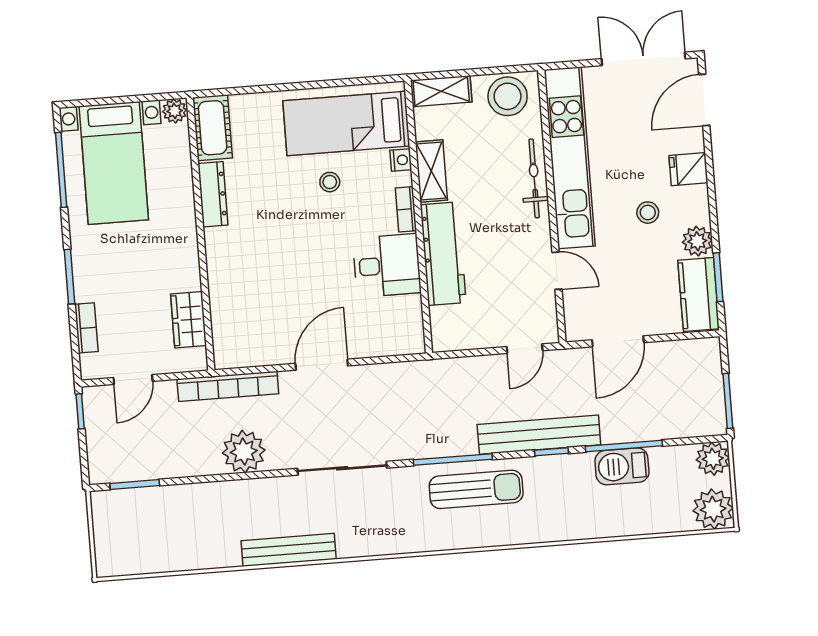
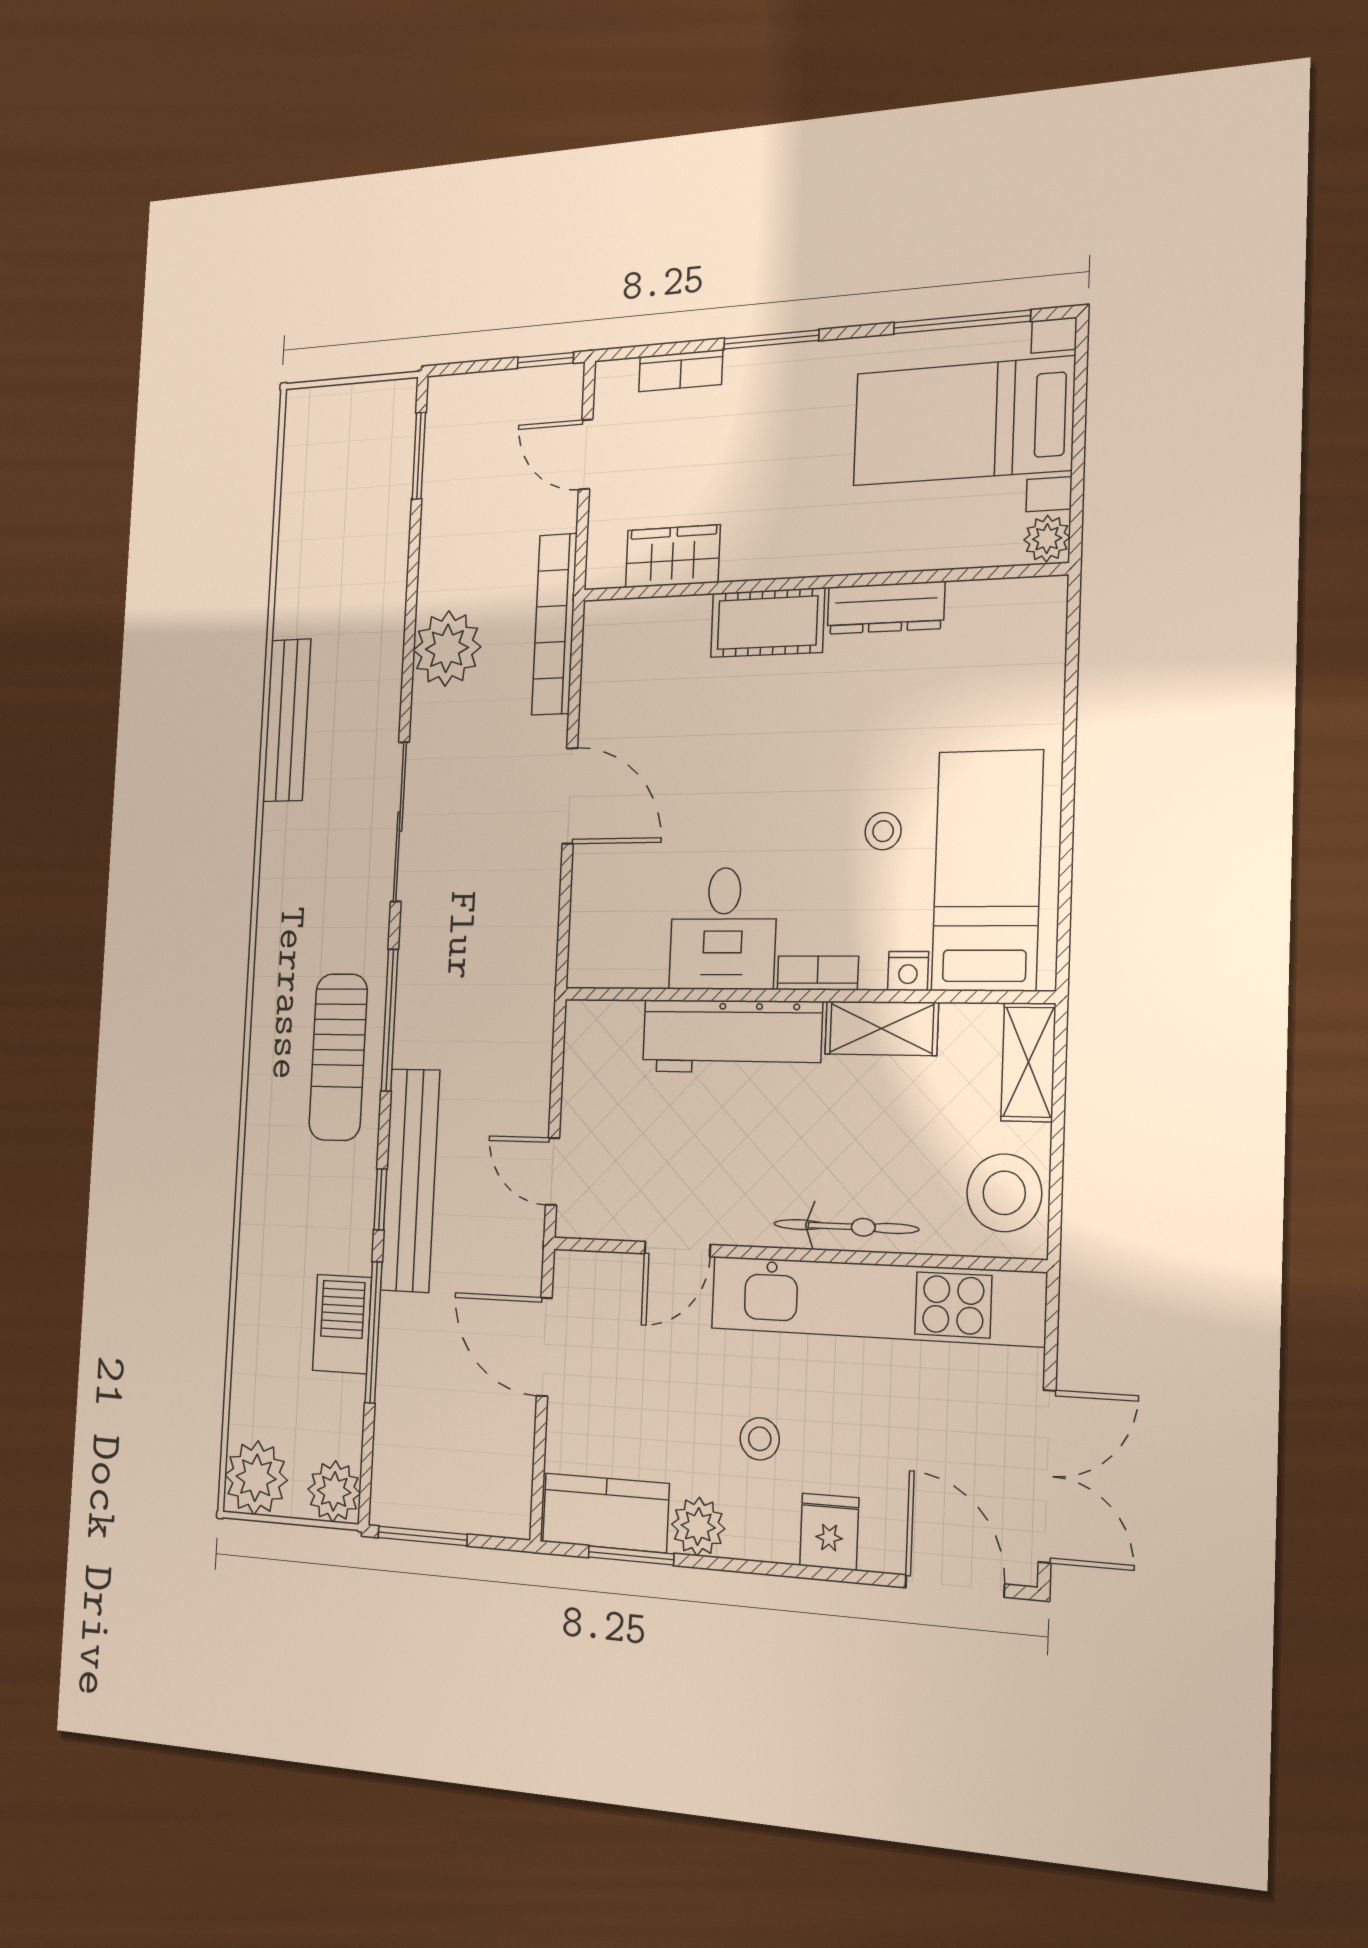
cot: (213, 128) -> (767, 623), moved

